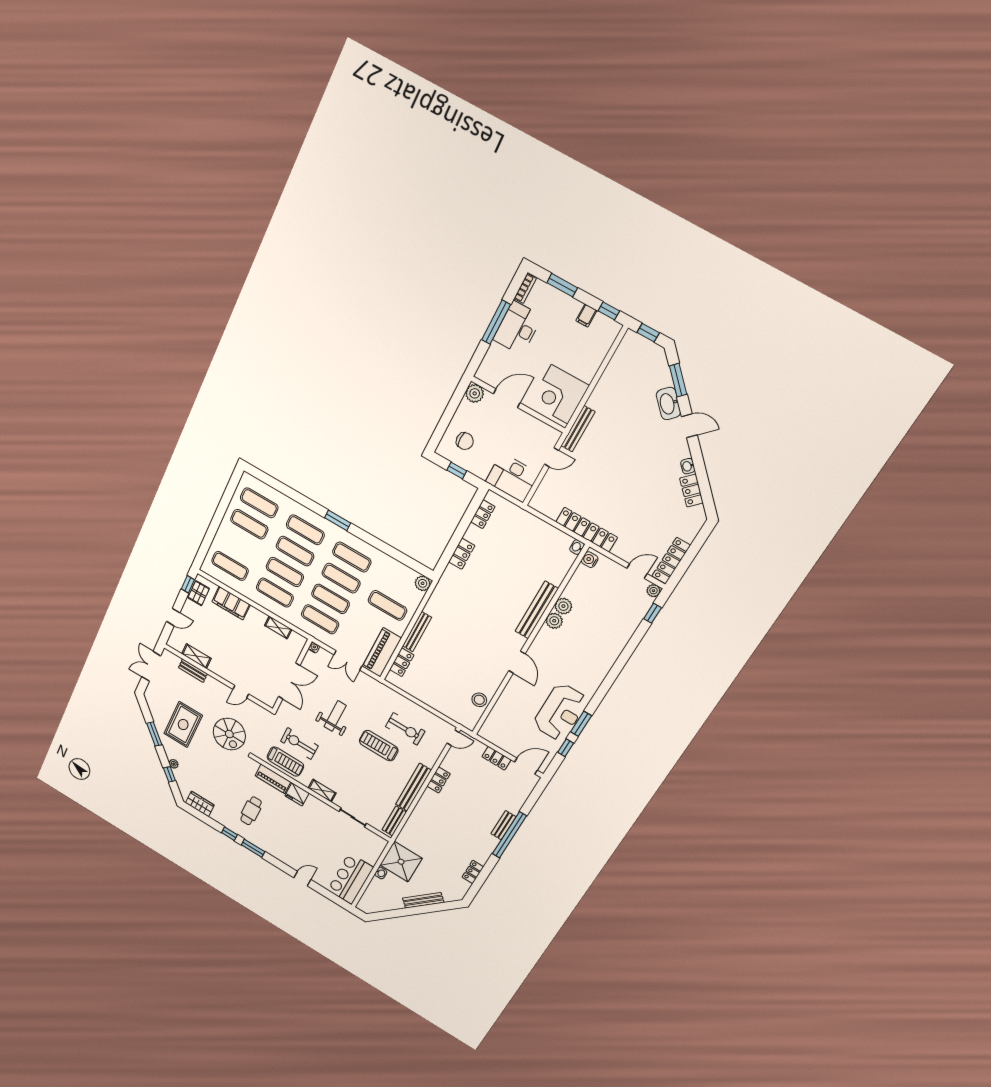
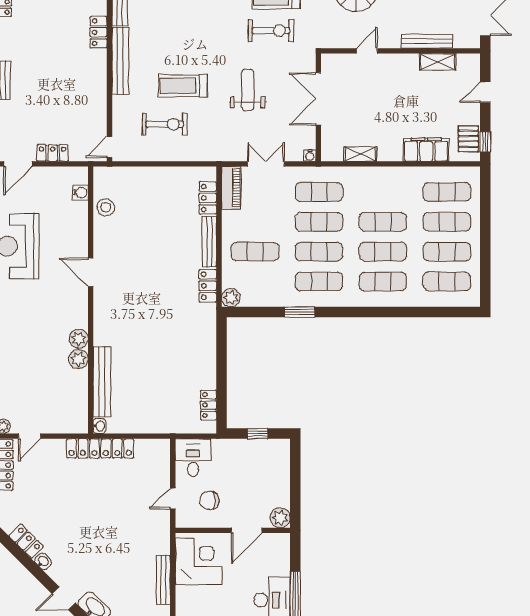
bench: (578, 429) -> (163, 580), moved
chair: (465, 441) -> (209, 500), moved
desk: (512, 478) -> (193, 458), width x0.73
window: (338, 520) -> (299, 312), moved
locker: (462, 554) -> (208, 286), moved
water cooler: (590, 560) -> (80, 192), moved
exercise mat: (275, 593) -> (447, 222), moved
bench: (537, 610) -> (102, 382), moved
piano: (382, 652) -> (231, 188), width x0.73, depth x0.75
bench: (193, 671) -> (427, 41), width x1.36
weight bench: (335, 716) -> (248, 90), turned 180
exercise bike: (405, 729) -> (165, 124), turned 180
treadmill: (379, 746) -> (183, 86), turned 180
locker: (439, 780) -> (98, 32), moved

